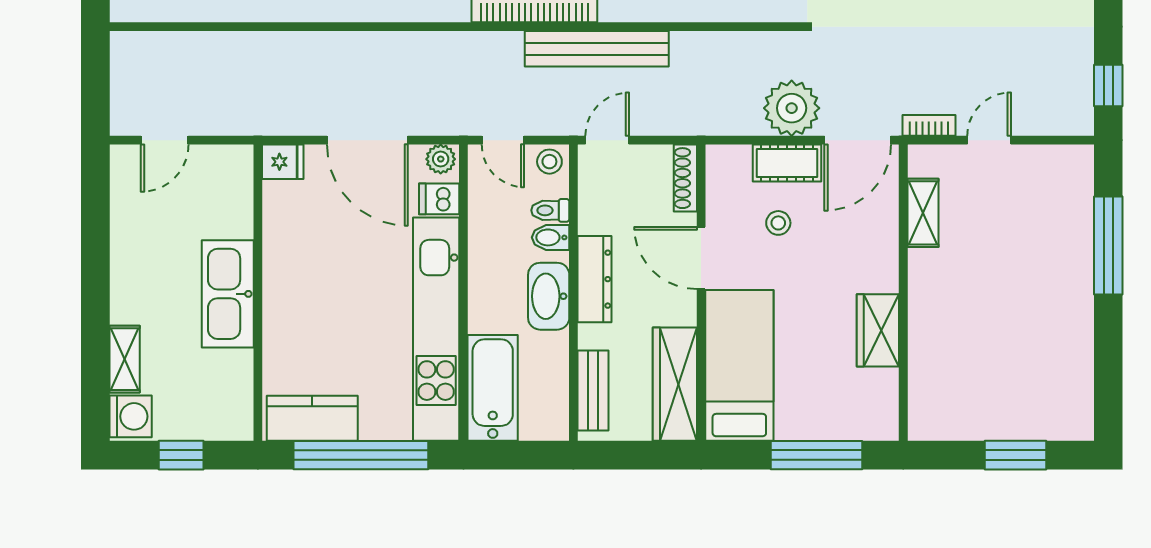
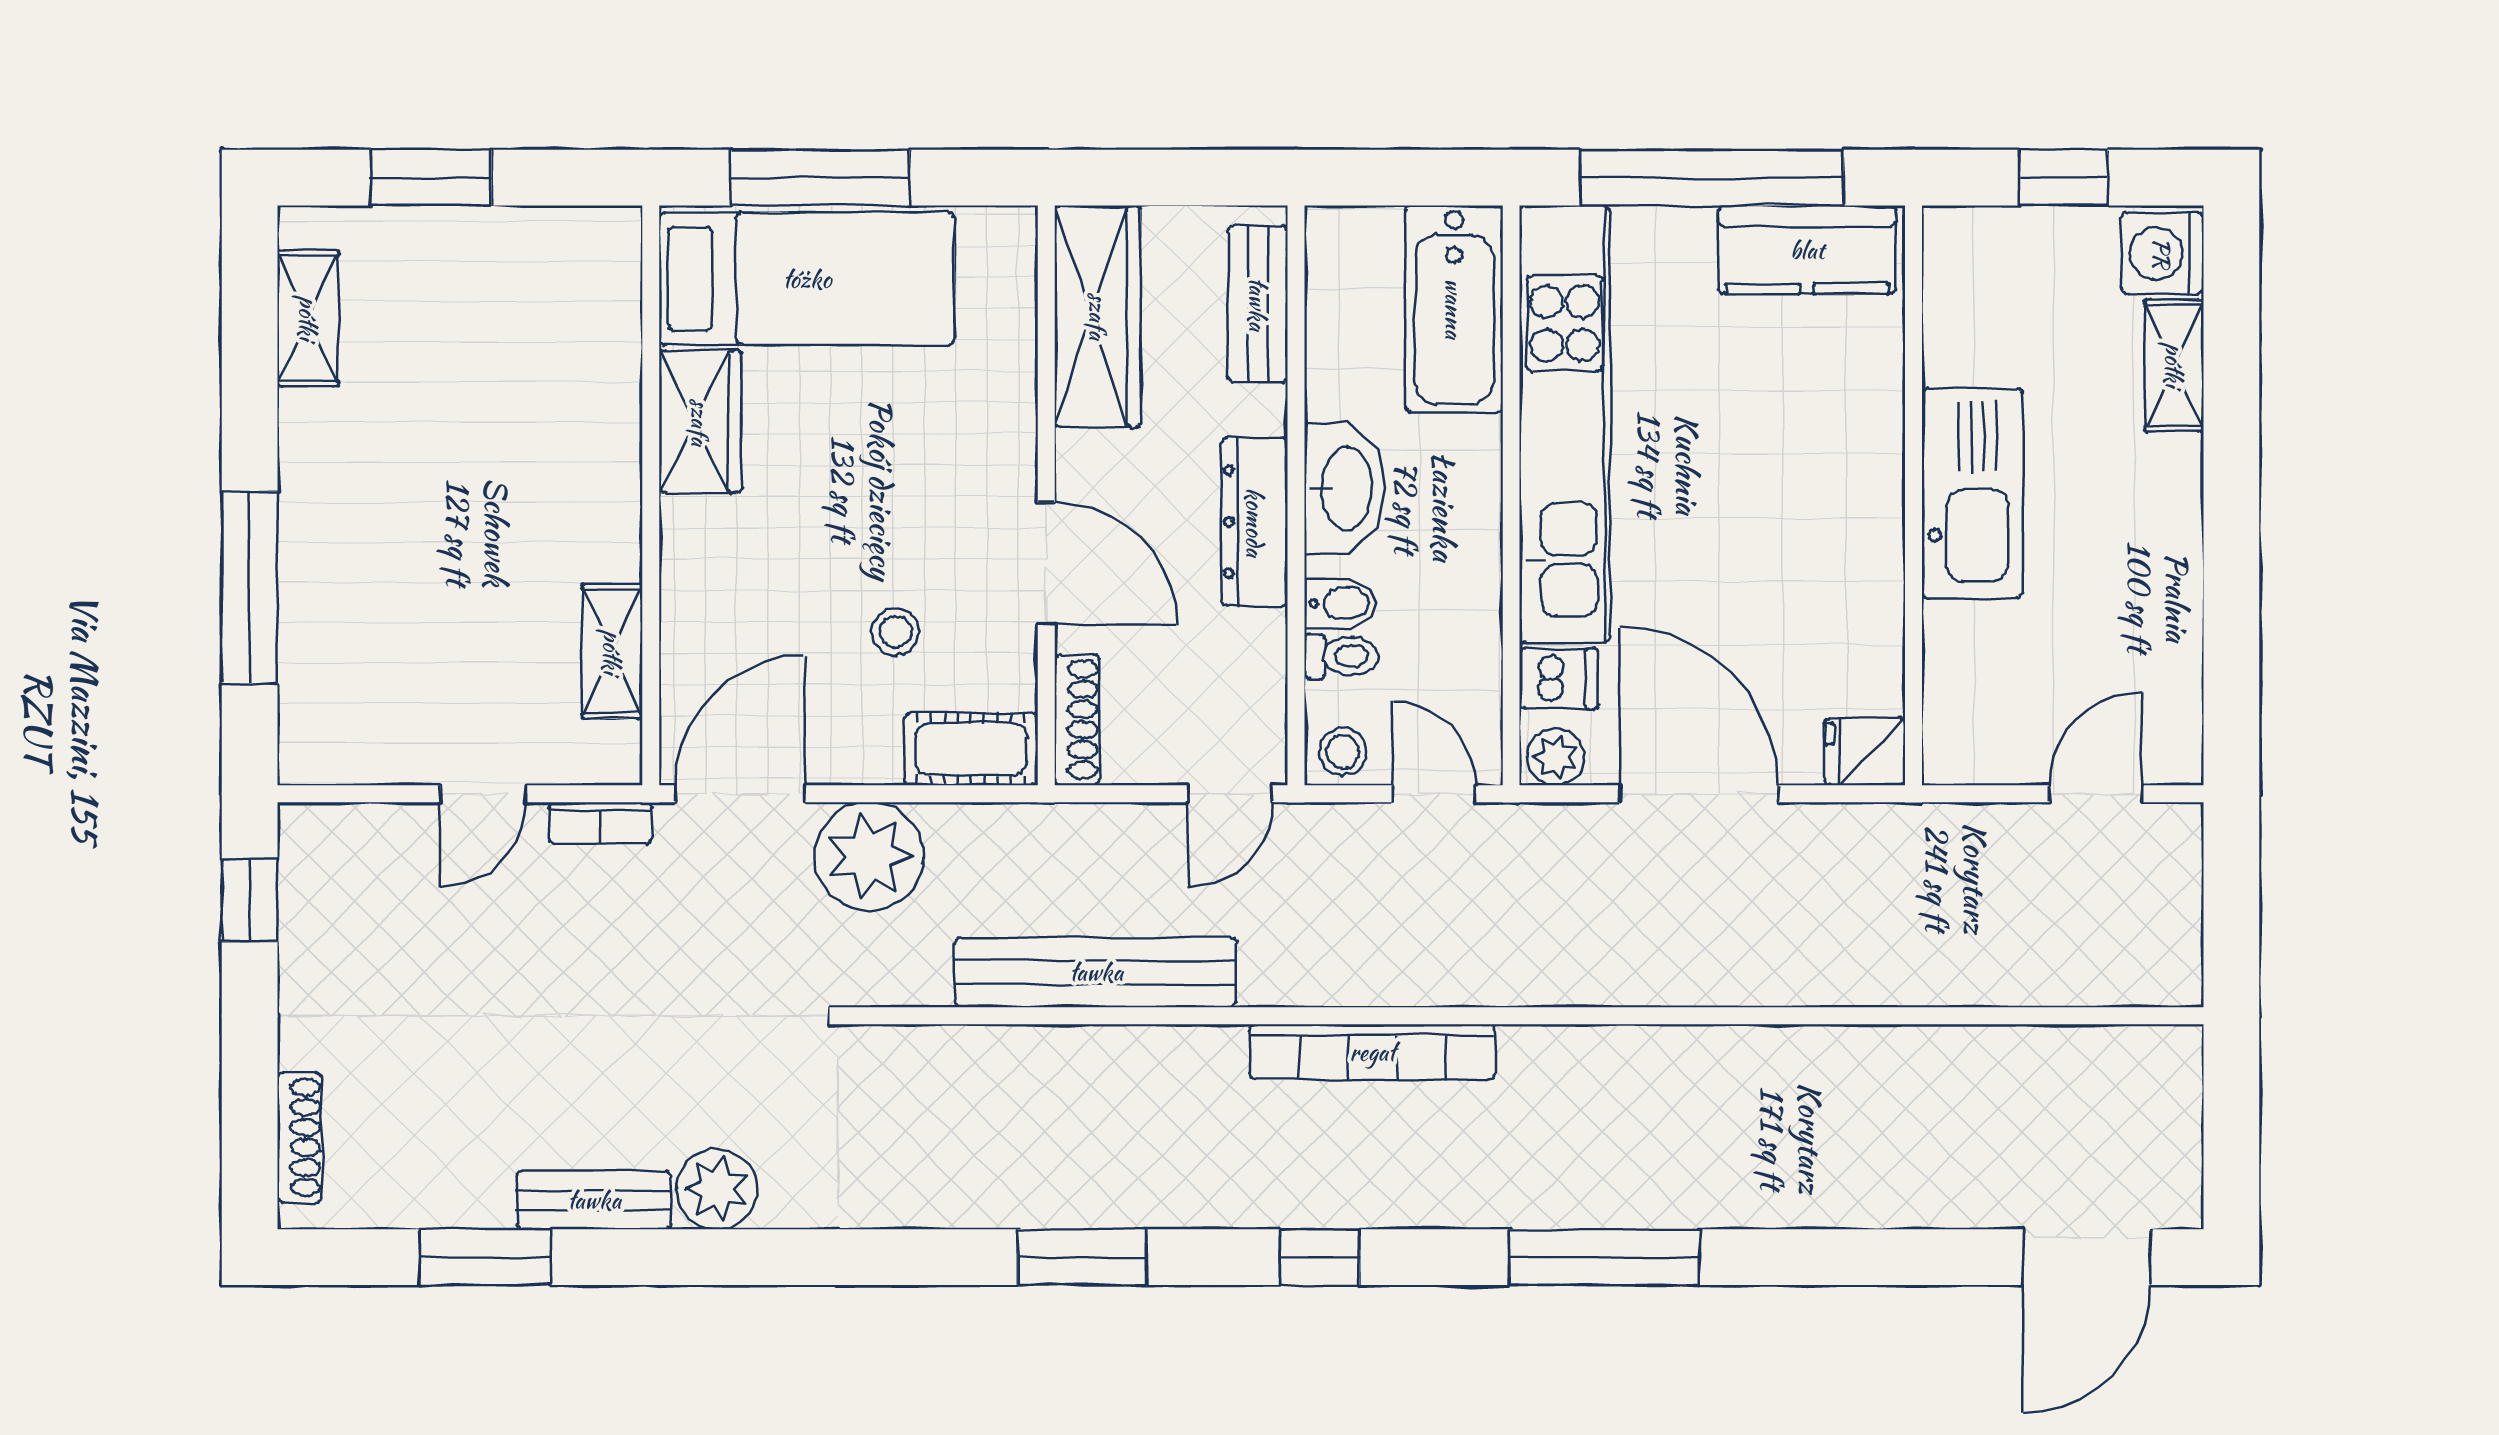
bench: (597, 49) -> (1096, 972), moved
cot: (787, 163) -> (971, 749), moved
bed: (739, 365) -> (807, 279), moved, turned -90
shelving: (1078, 383) -> (308, 318), added

